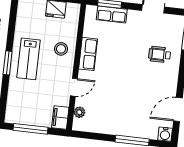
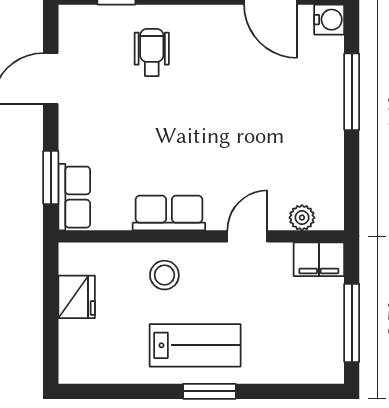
row of seats: (112, 14) -> (74, 197), moved
wheelchair: (160, 54) -> (152, 52), turned 180
door: (74, 87) -> (247, 236), hinge flipped

